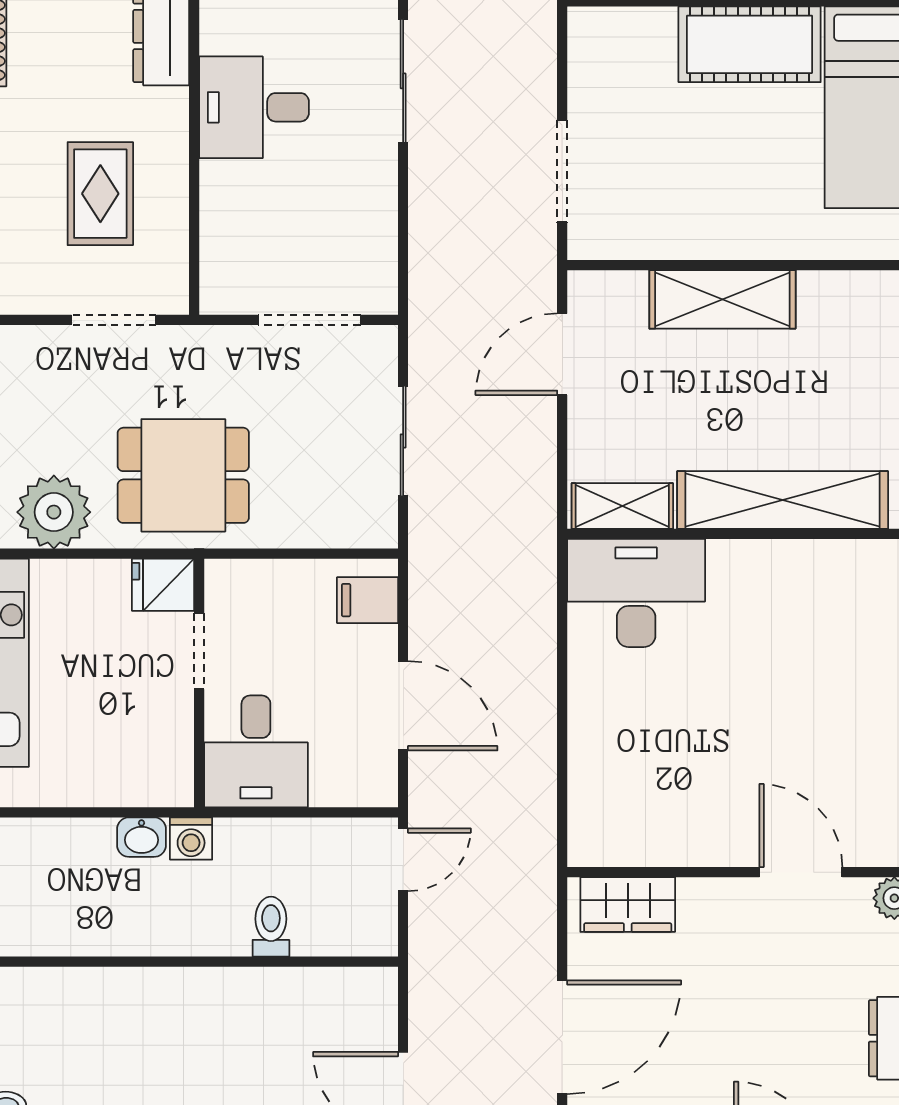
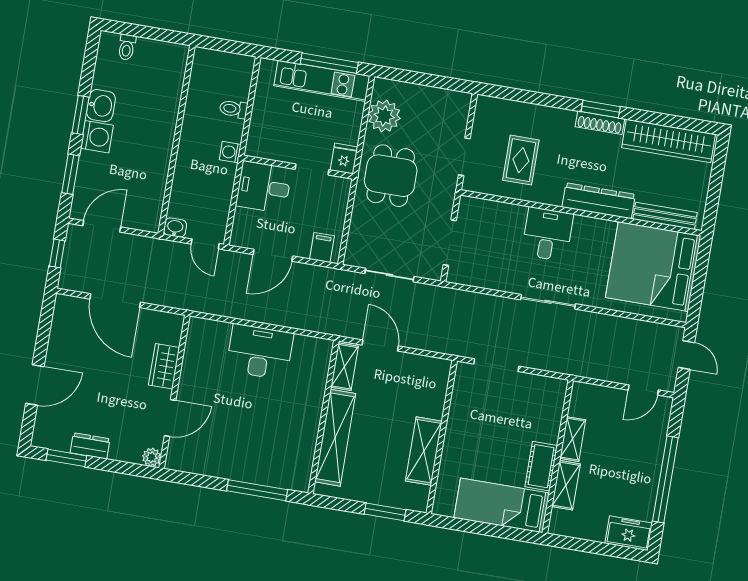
cot: (750, 44) -> (541, 466), width x0.73, depth x0.75
rug: (100, 194) -> (521, 160), turned 90
shelving: (722, 299) -> (424, 451), moved
door: (562, 354) -> (380, 345), moved
desk: (636, 593) -> (260, 352), moved, turned -90
washbasin: (142, 837) -> (175, 227), moved, turned 90
wardrobe: (628, 905) -> (164, 366), moved
toilet: (271, 927) -> (234, 109), moved, turned 180

